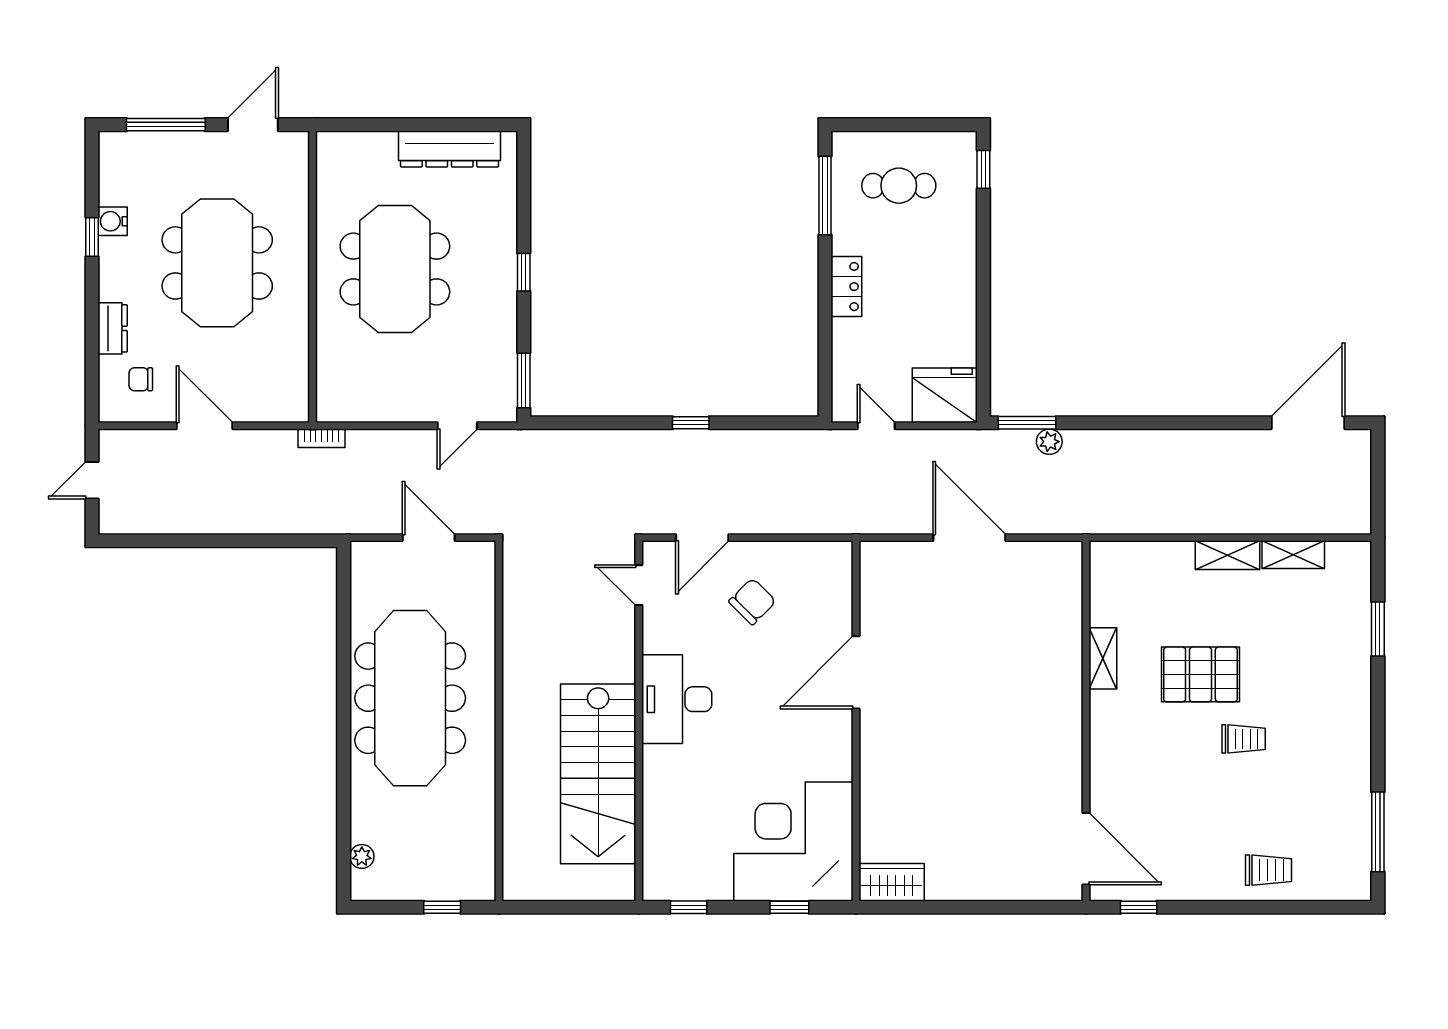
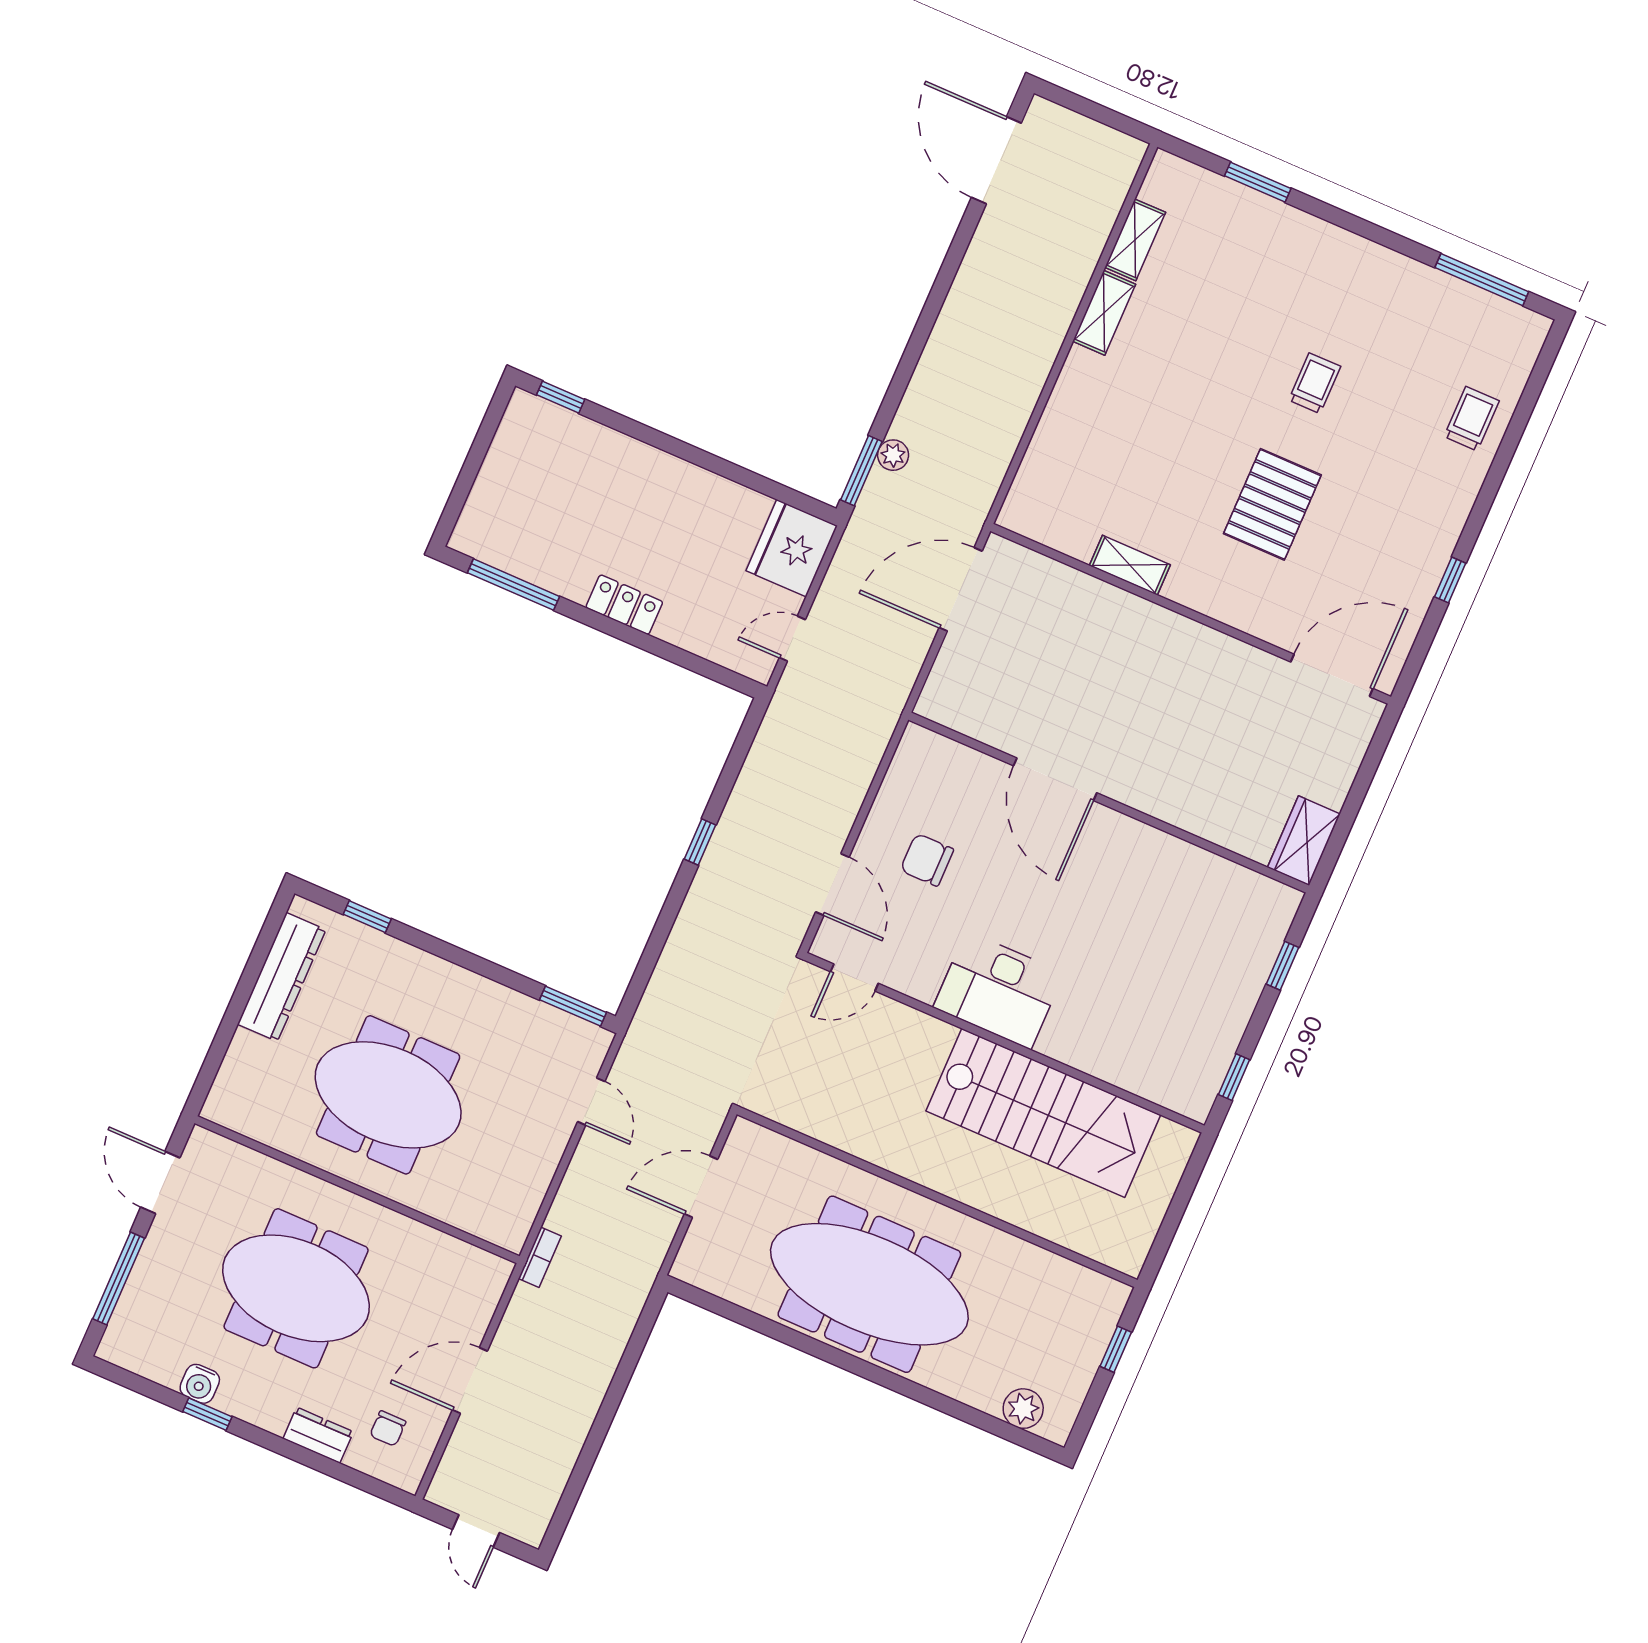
cafe table: (899, 186) -> (538, 498), removed
window: (524, 272) -> (367, 917), moved
chair: (752, 601) -> (927, 860), turned -45
shelving: (1103, 658) -> (1130, 565), moved
pallet: (1200, 674) -> (1272, 504), moved
wall: (1086, 721) -> (1191, 614), moved
corner desk: (793, 841) -> (1212, 930), removed
door: (1086, 849) -> (1332, 675), moved
plant: (362, 856) -> (1023, 1409), width x1.38, depth x1.38

